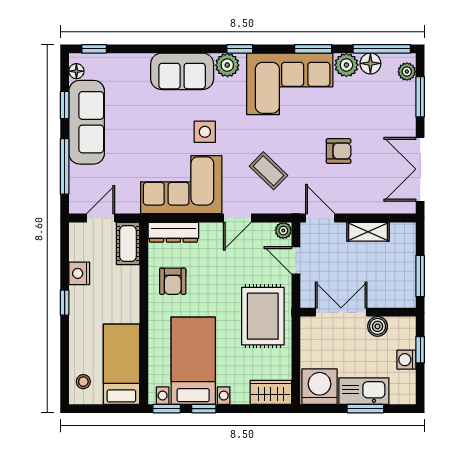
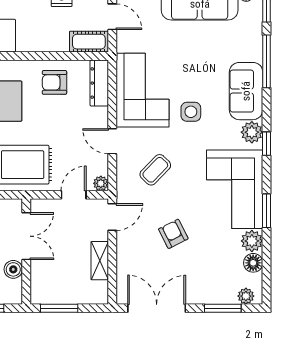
window: (382, 49) -> (267, 61), moved
armchair: (339, 151) -> (173, 234), turned 153

